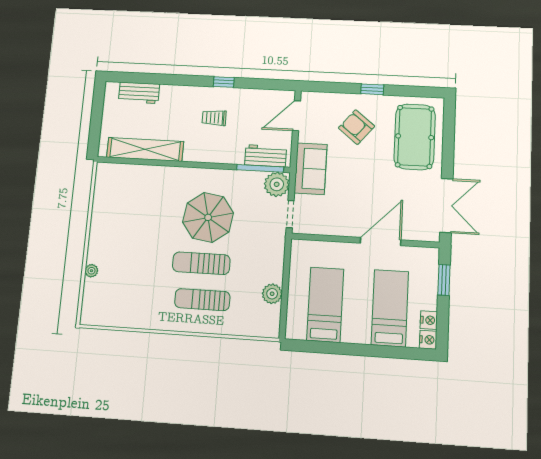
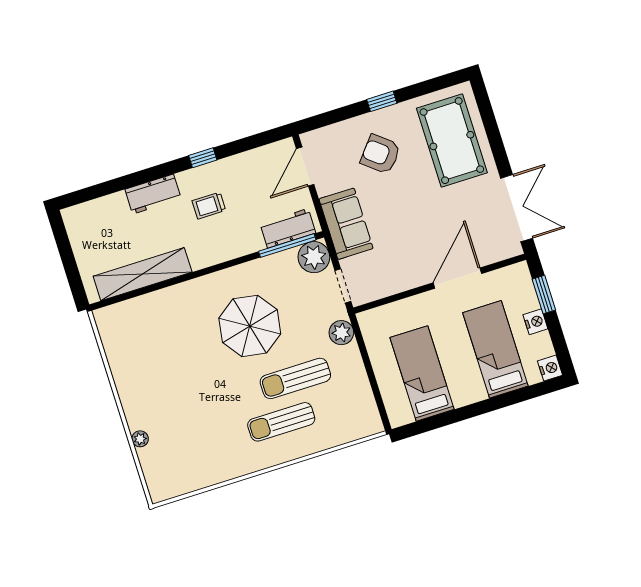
workbench: (139, 93) -> (153, 194), moved
sun lounger: (201, 263) -> (295, 378), moved
plant: (272, 294) -> (341, 333), moved
nightstand: (429, 320) -> (535, 322), moved

